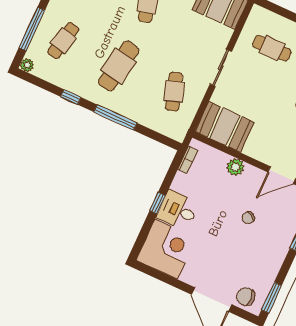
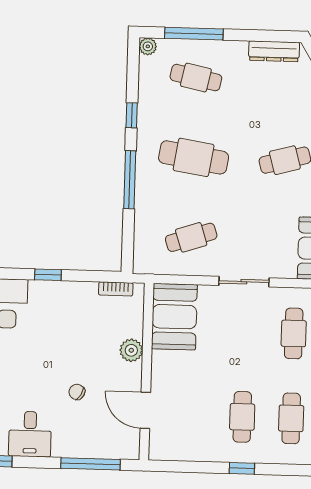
desk: (178, 210) -> (30, 434), moved, turned 180

